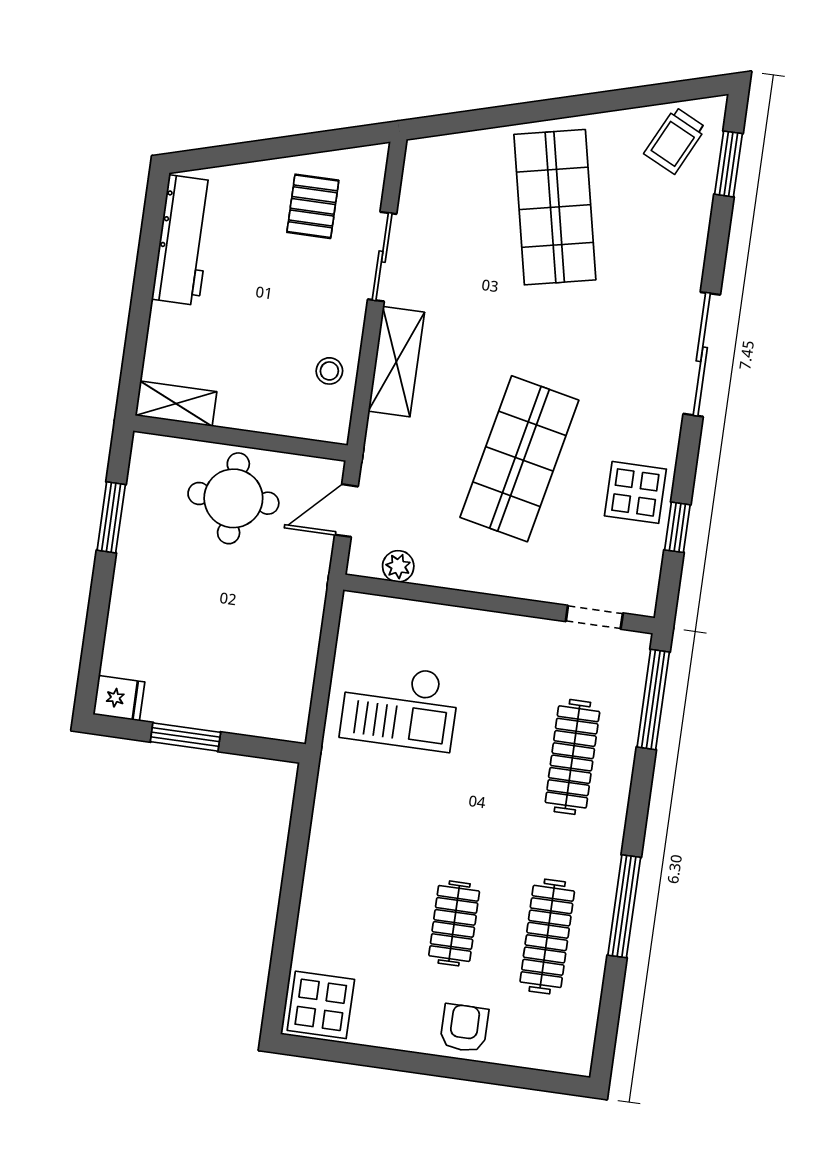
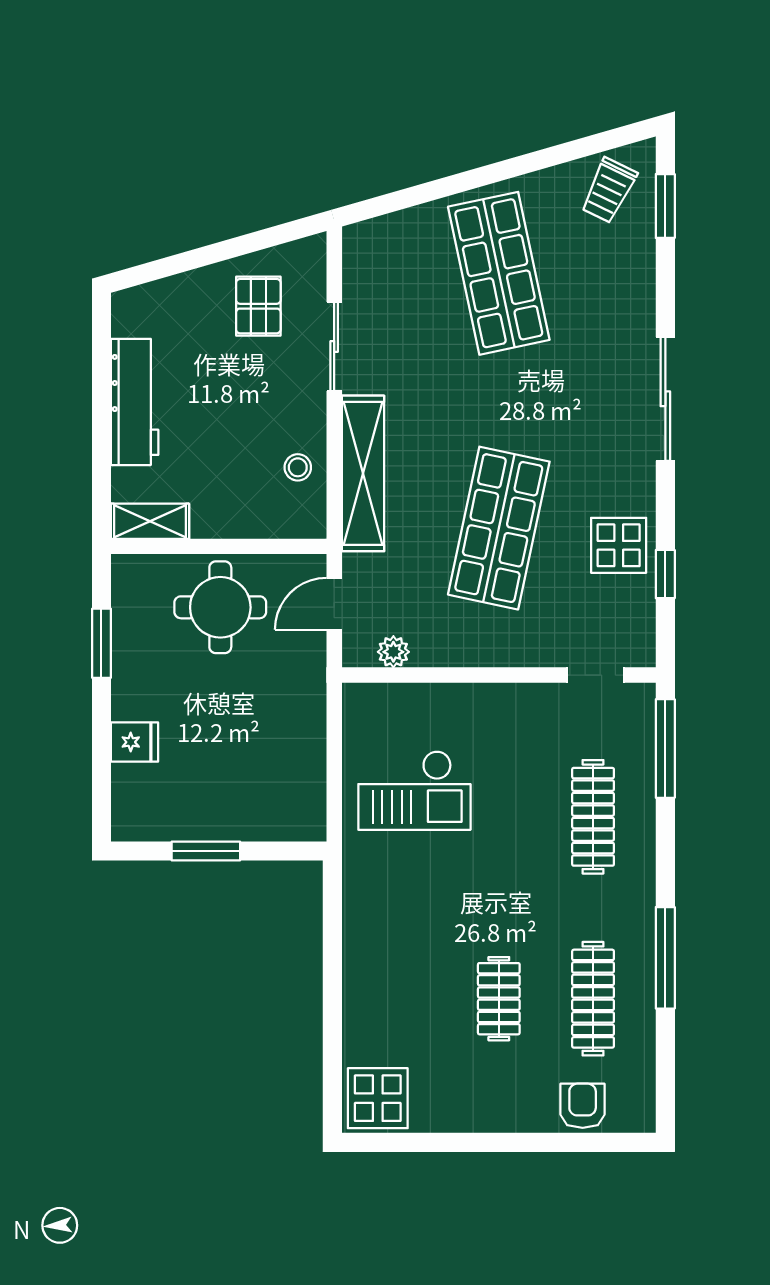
workbench: (184, 240) -> (135, 402), moved
shelving: (396, 362) -> (363, 473), width x1.47
fridge: (119, 698) -> (134, 742), moved
armchair: (464, 1028) -> (583, 1106), moved

